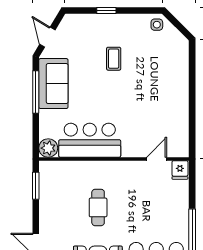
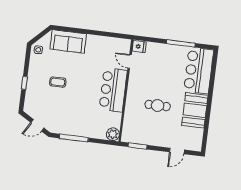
sofa: (53, 84) -> (68, 41), moved, turned 180
bar counter: (90, 140) -> (113, 90), moved

